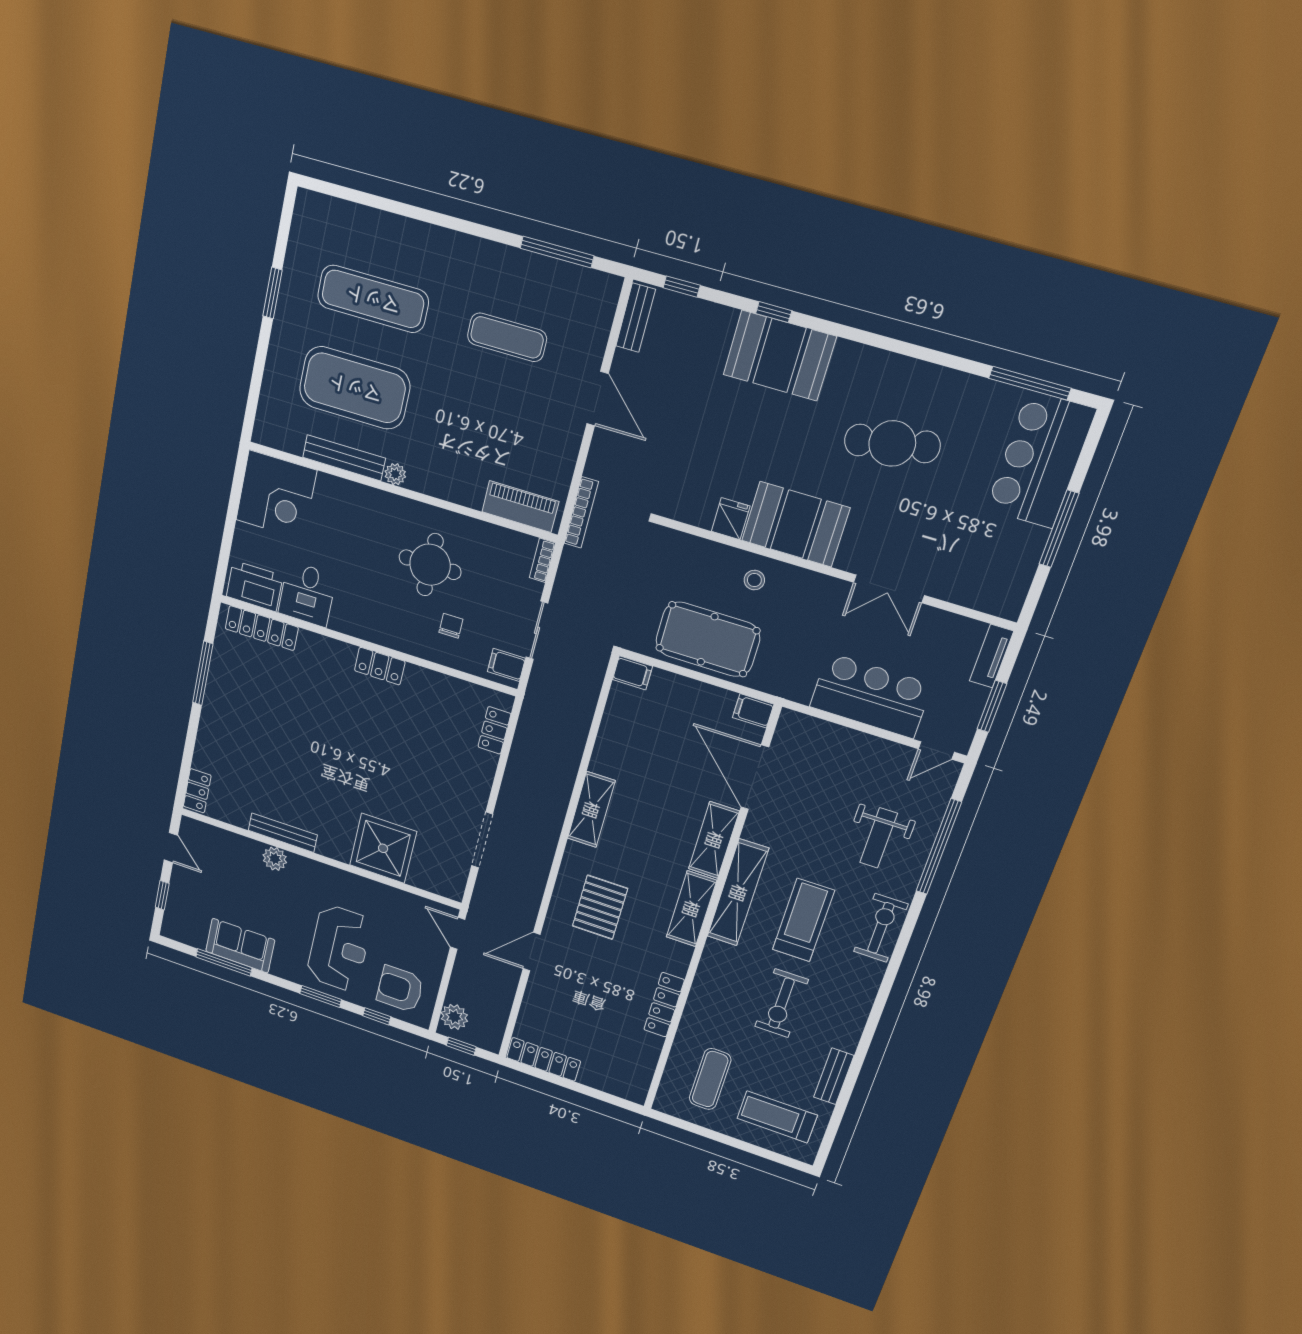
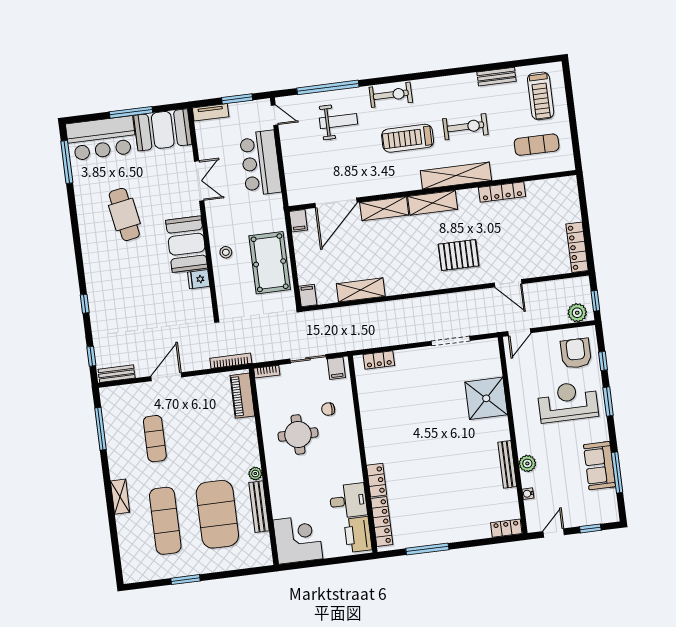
shelving: (436, 239) -> (120, 497), added
booth: (779, 356) -> (163, 130), moved, turned 90
locker: (380, 666) -> (377, 480), moved
shelving: (591, 810) -> (361, 290), moved
water cooler: (234, 840) -> (528, 494), added
shelving: (738, 893) -> (456, 176), moved
exercise bike: (881, 928) -> (391, 95), turned 180
armchair: (400, 989) -> (576, 353), turned 180

